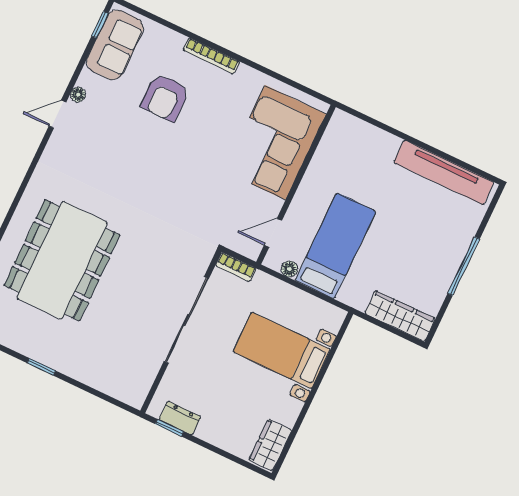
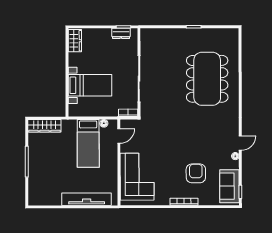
tv unit: (444, 172) -> (87, 199), moved

